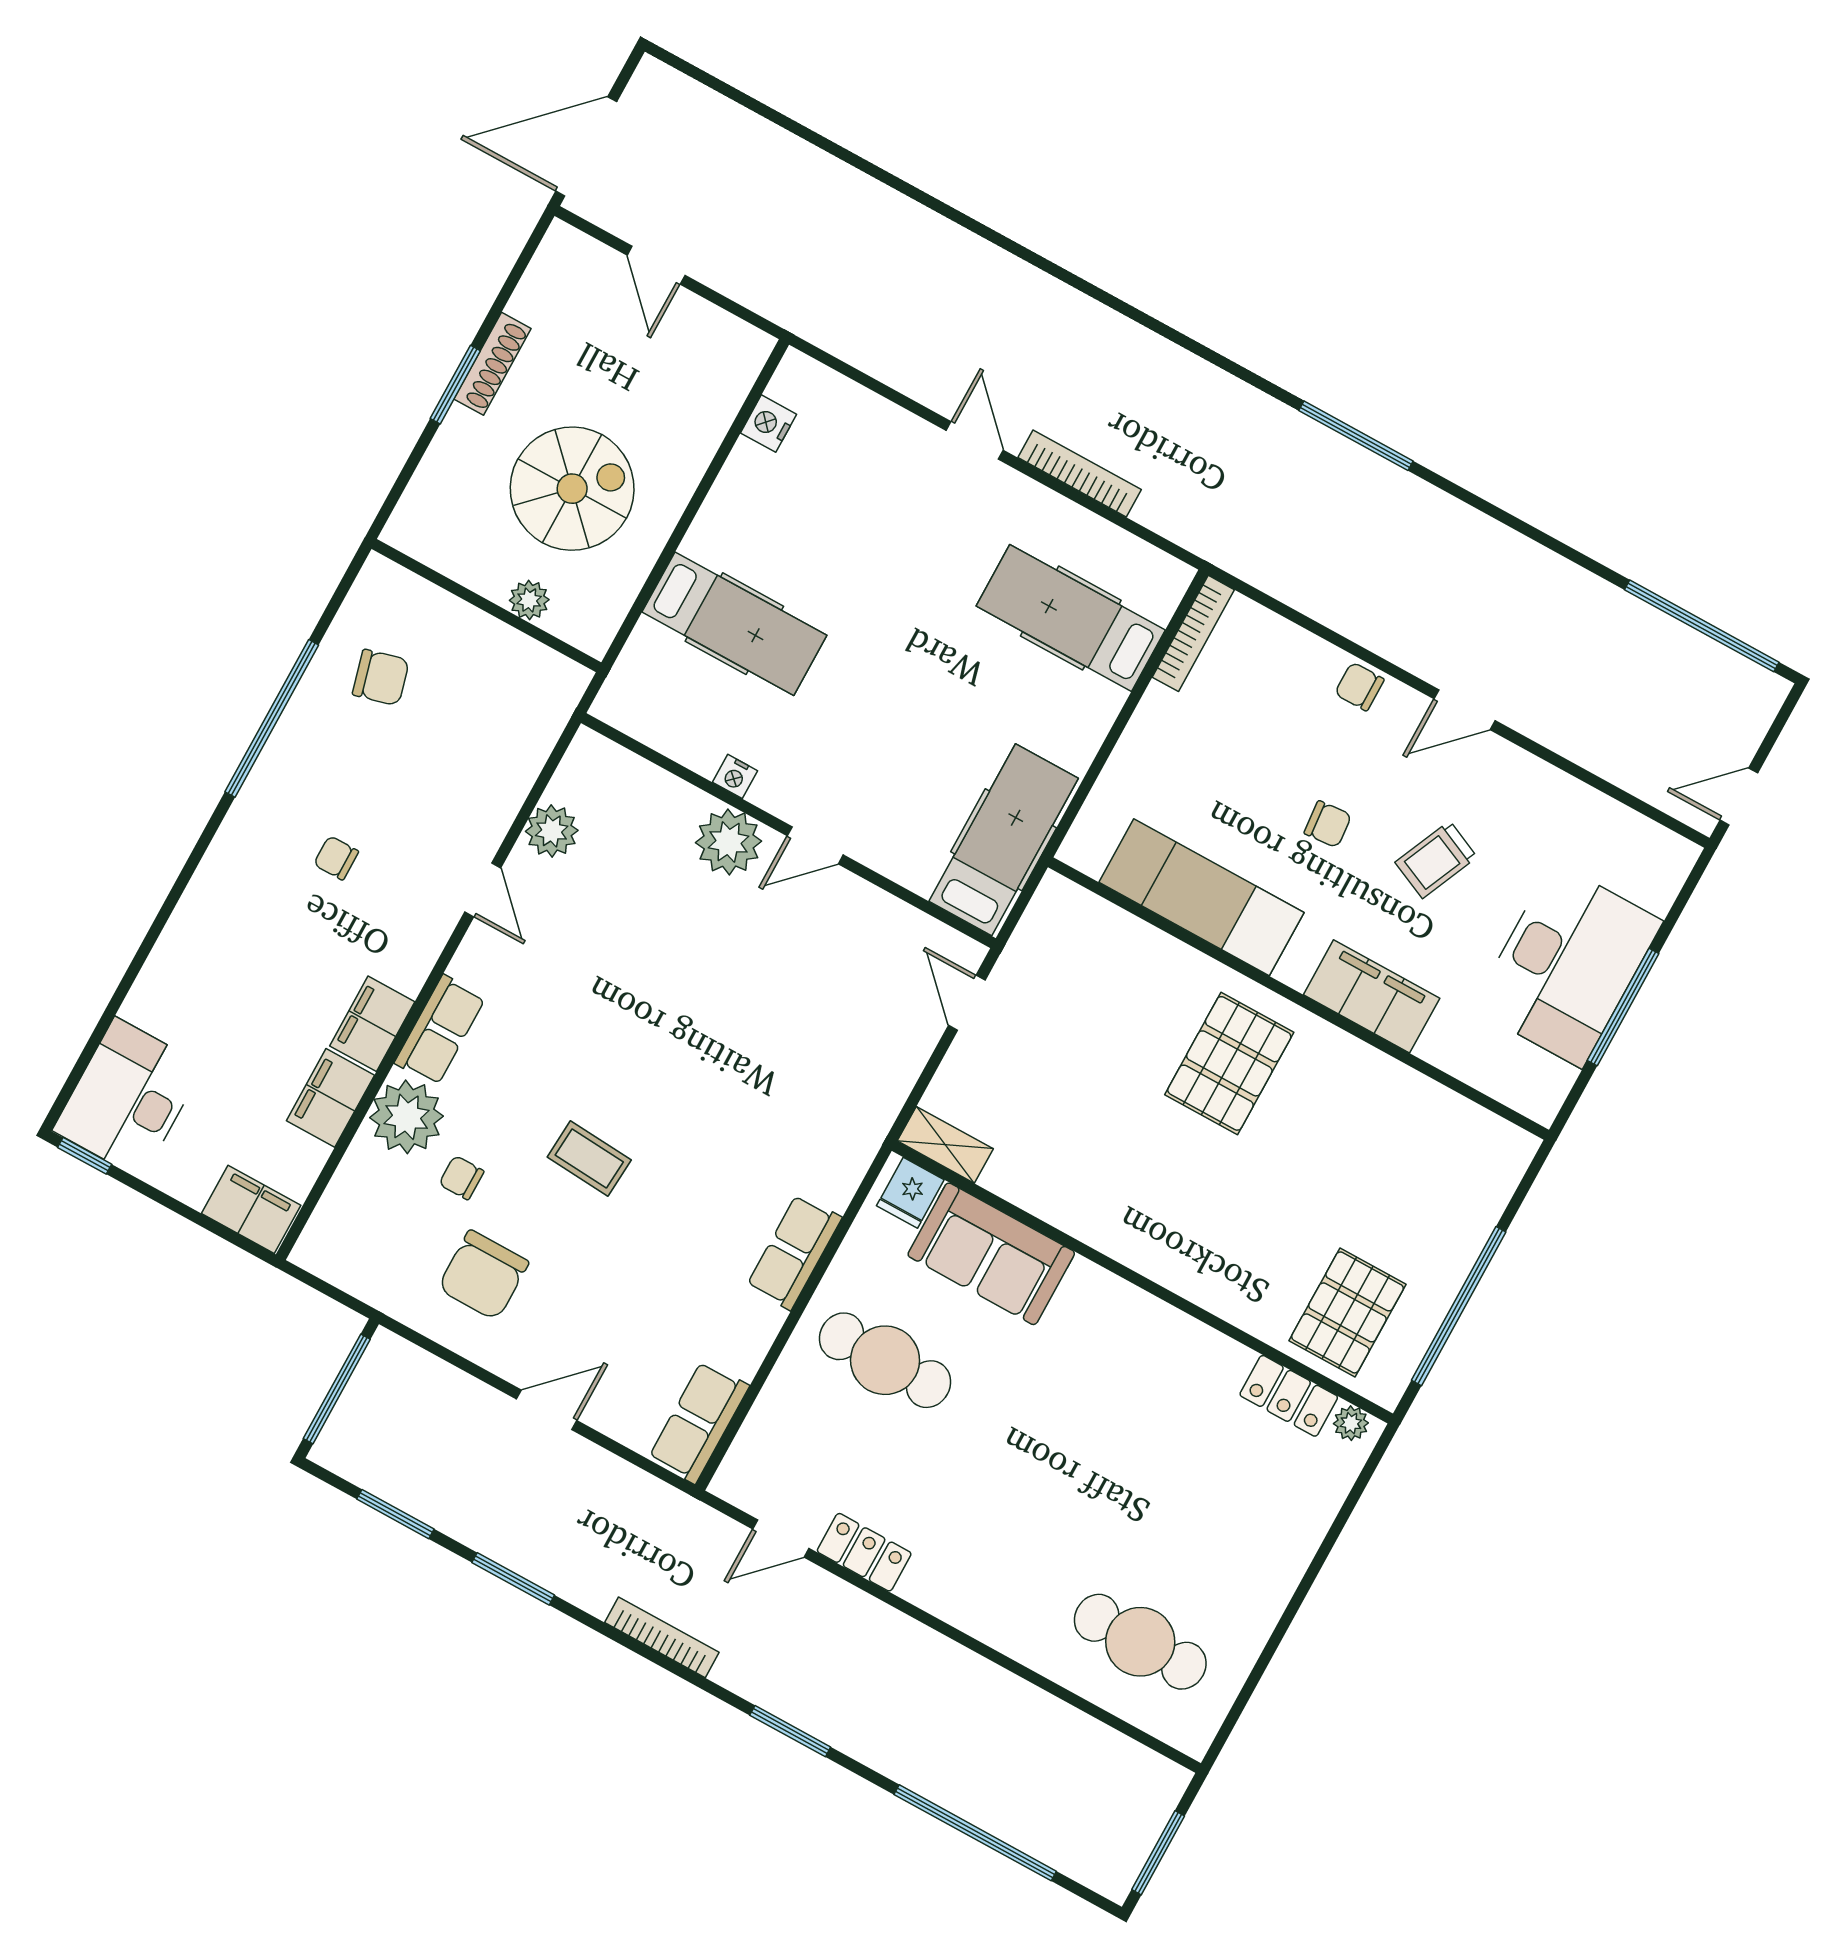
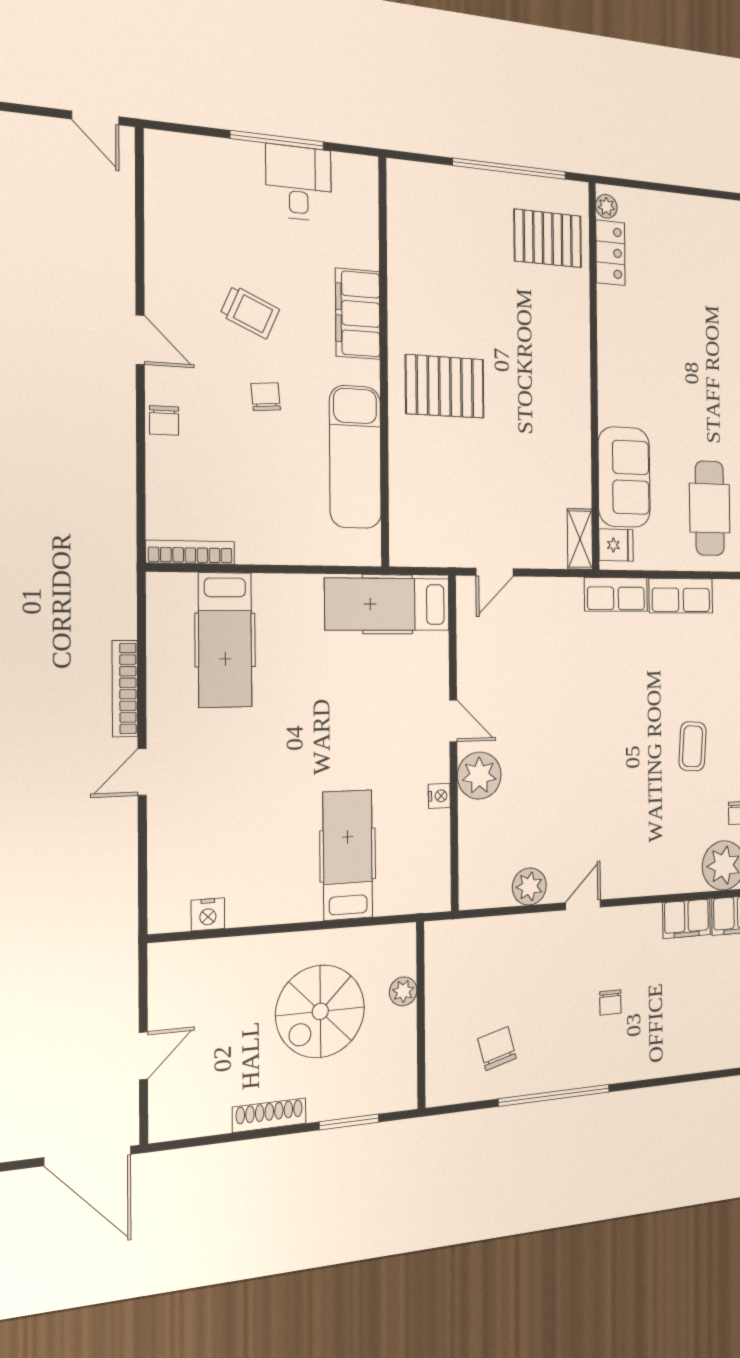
window: (455, 385) -> (349, 1122), moved
spiral stairs: (572, 489) -> (320, 1011), turned -90
desk: (1567, 965) -> (299, 183), width x0.53, depth x0.77
row of seats: (440, 1030) -> (616, 594), moved, turned 180

